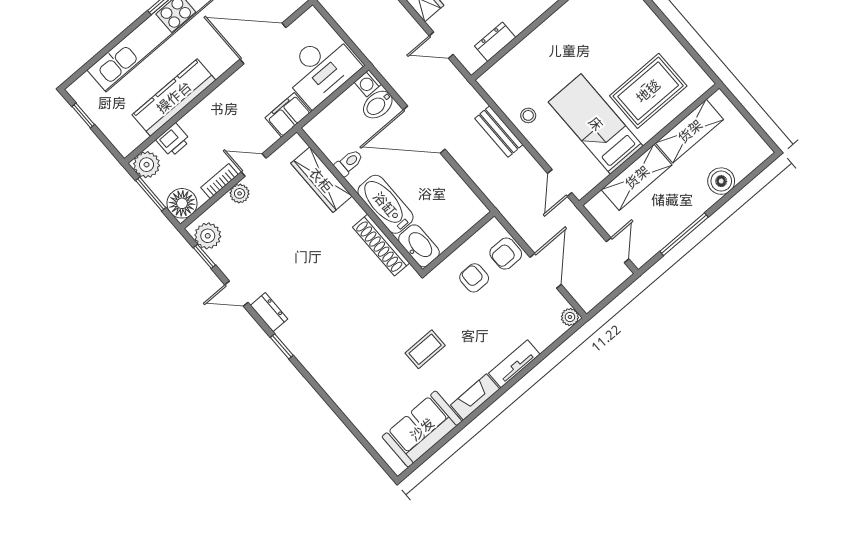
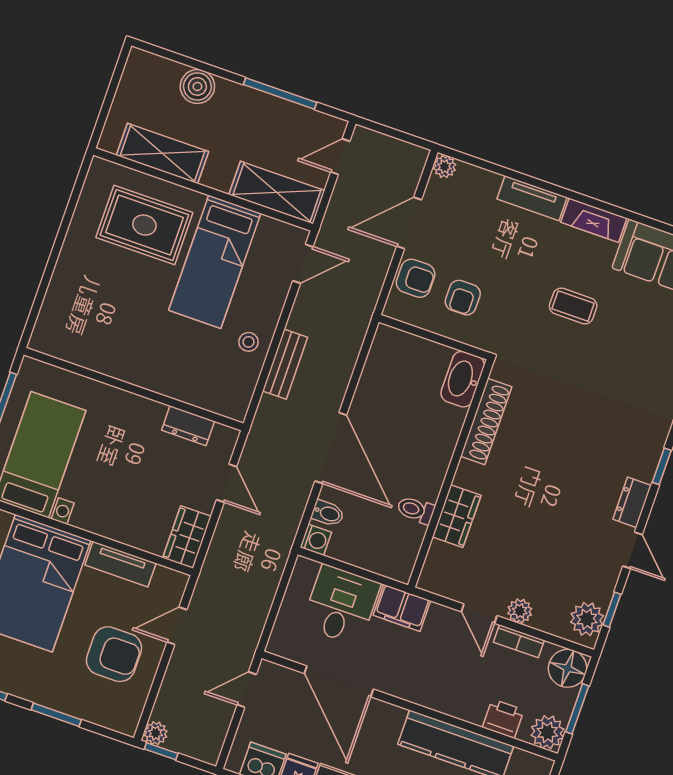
desk: (321, 69) -> (341, 605), width x0.73
bidet: (378, 105) -> (328, 513), width x0.72, depth x0.74
shelving: (637, 177) -> (277, 192), moved
wardrobe: (321, 180) -> (457, 516), width x0.67
bathtub: (385, 204) -> (438, 443), removed

